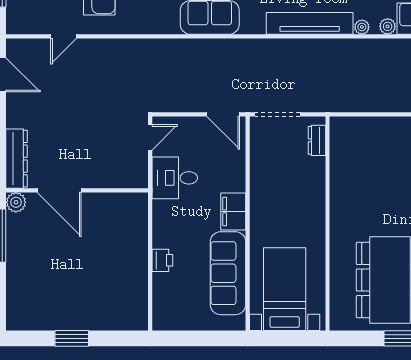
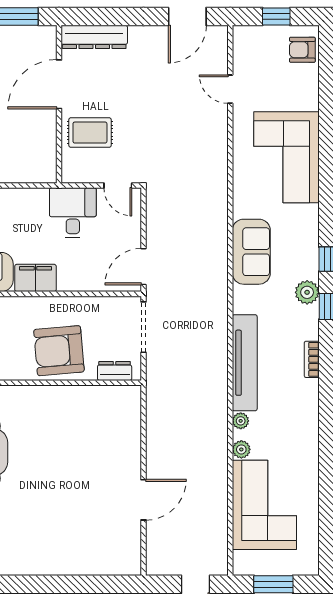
rug: (103, 162) -> (90, 133), added
armchair: (299, 190) -> (59, 351), added
plant: (16, 202) -> (46, 36), removed

